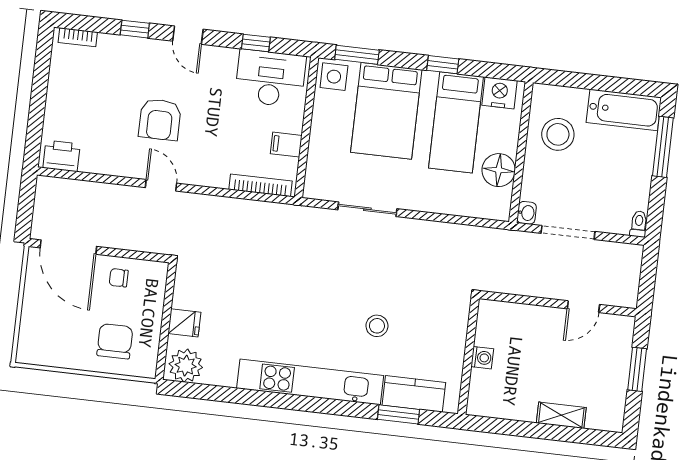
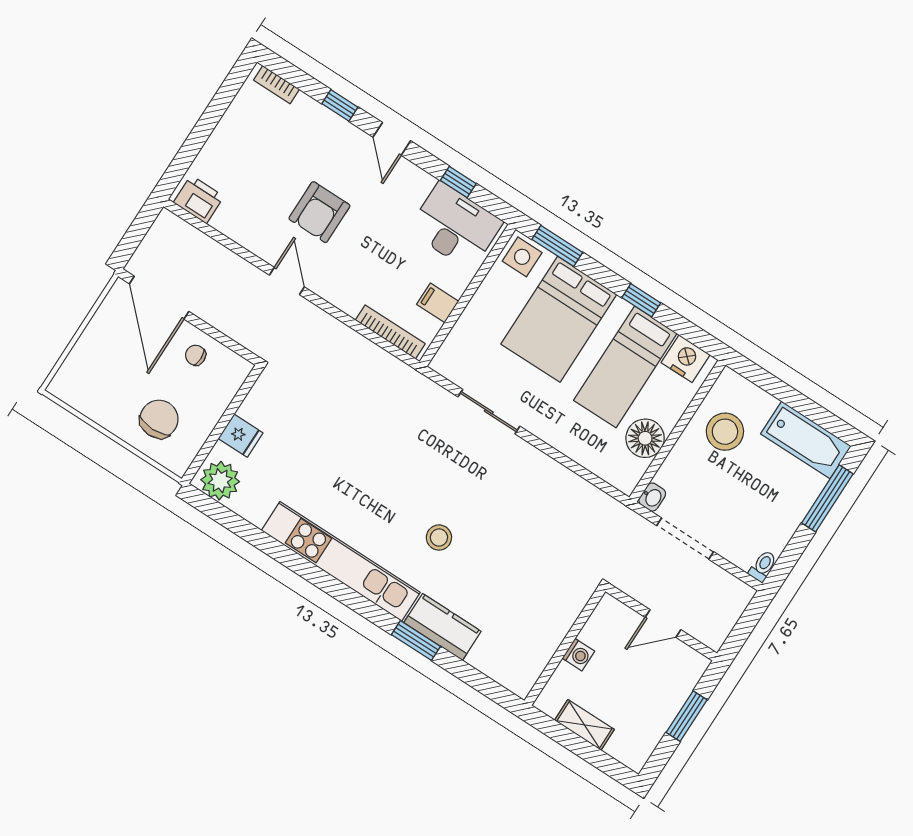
wall: (468, 356) -> (565, 646), moved
washing machine: (482, 358) -> (578, 655), moved

